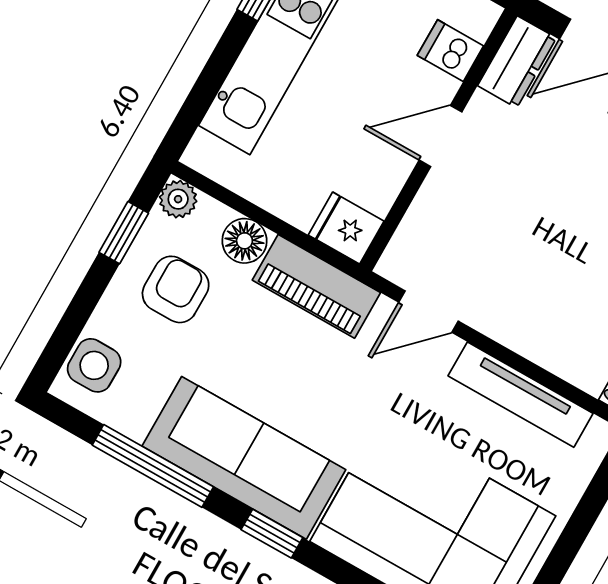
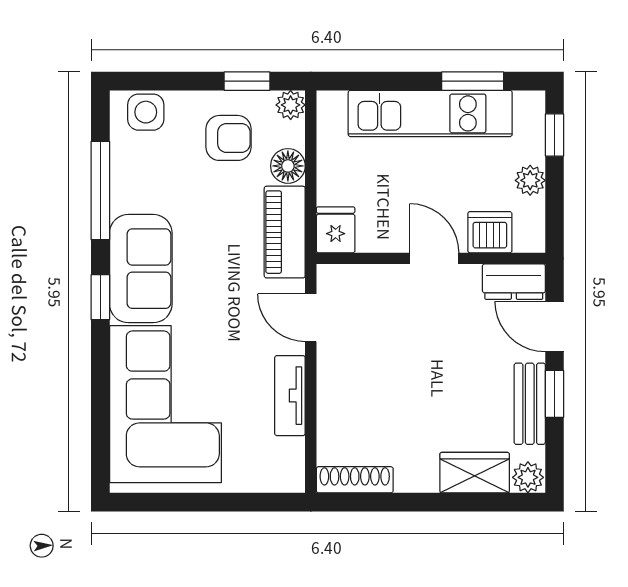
dishwasher: (450, 51) -> (490, 232), width x1.38
tv unit: (521, 395) -> (290, 396), width x0.71
sofa: (244, 458) -> (141, 269), width x0.73

